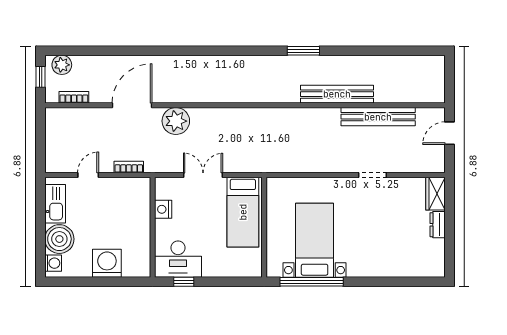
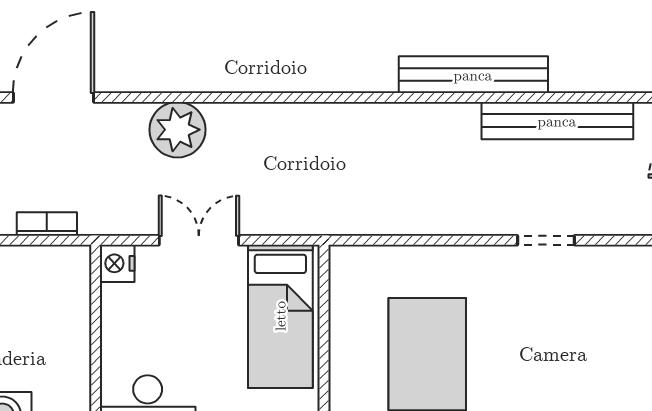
plant: (176, 121) -> (177, 130), moved
nightstand: (163, 209) -> (117, 263), moved

